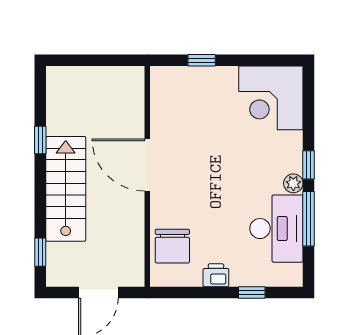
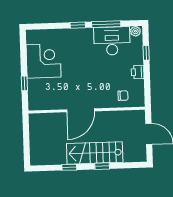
corner desk: (271, 98) -> (44, 61), moved, turned -90
plant: (293, 183) -> (135, 31), moved
chair: (172, 246) -> (123, 96), width x0.54, depth x0.54
window: (40, 252) -> (102, 166), moved

